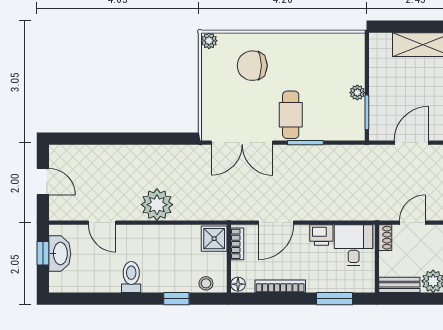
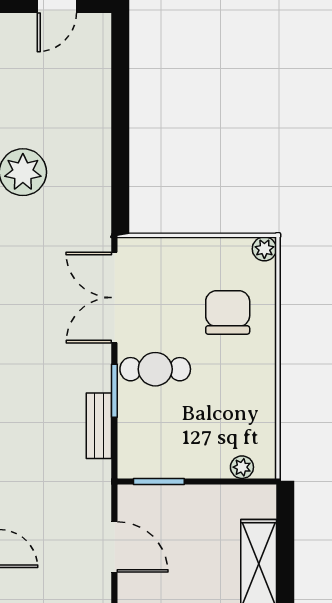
plant: (357, 93) -> (242, 467), moved
bench: (329, 153) -> (99, 426), added

